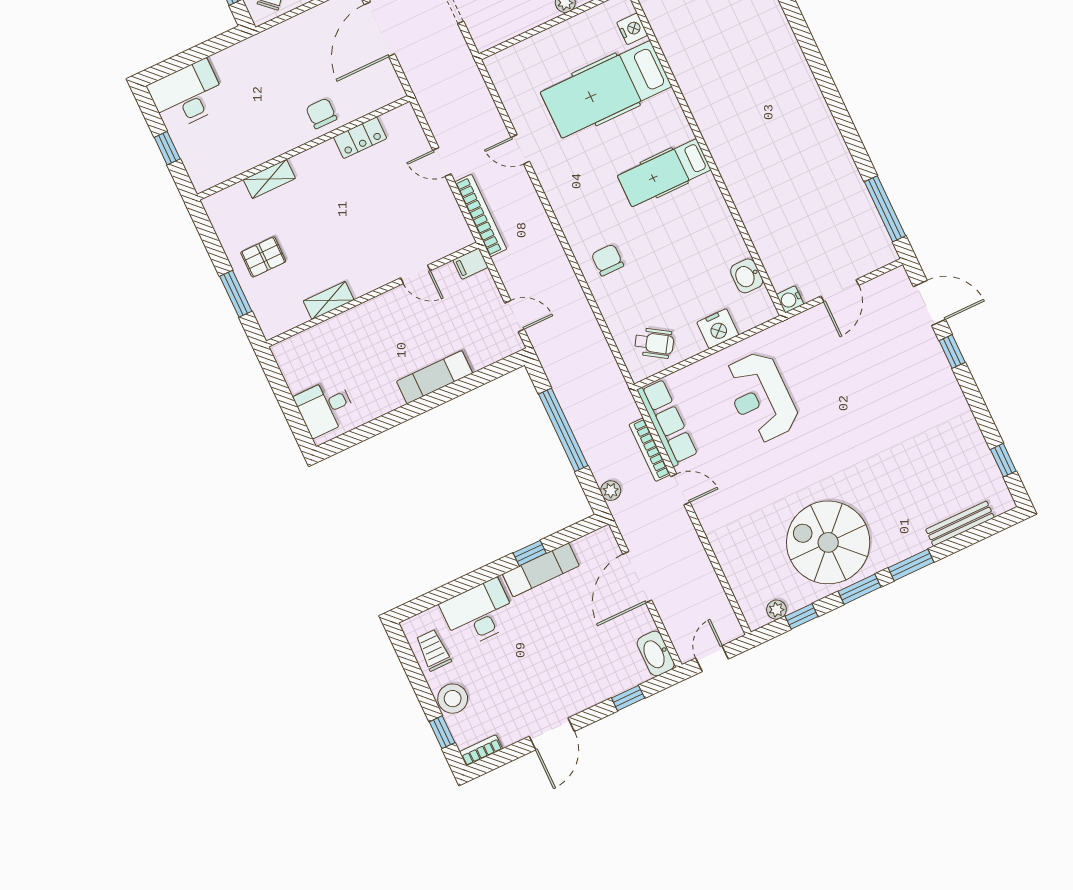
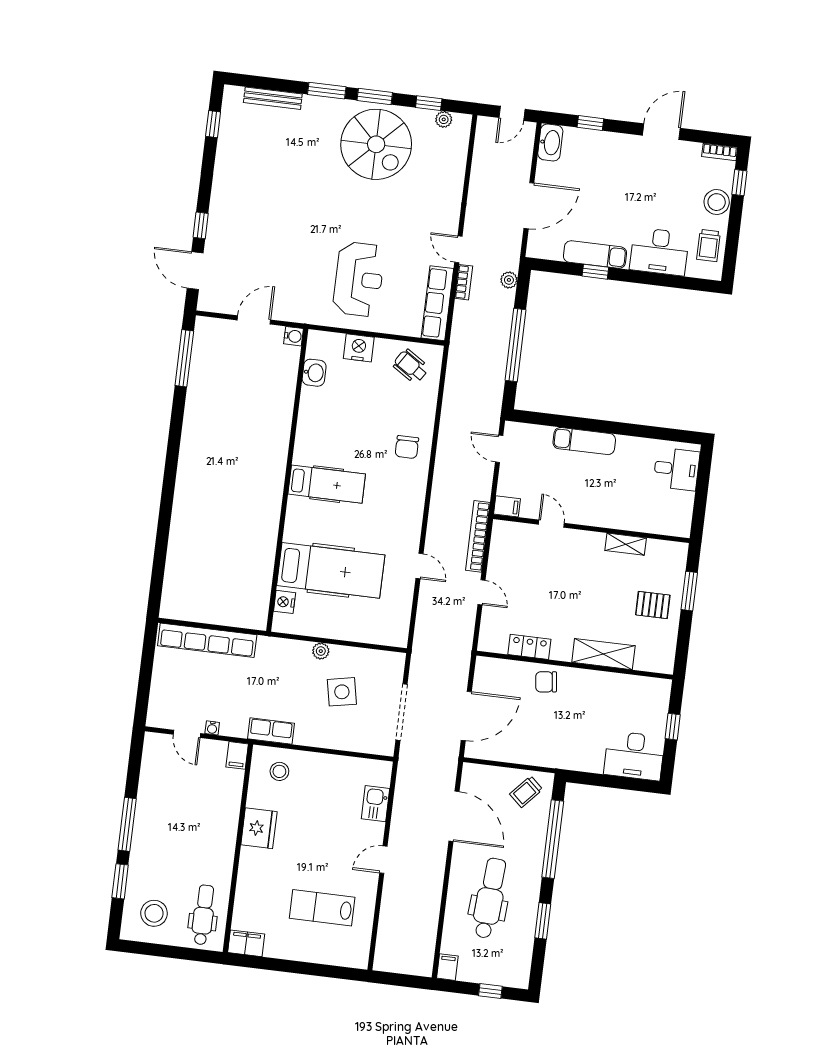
chair: (321, 113) -> (546, 682), turned 83
shelving: (269, 179) -> (603, 654), width x1.50, depth x1.33
bookcase: (650, 450) -> (464, 282), width x0.64

